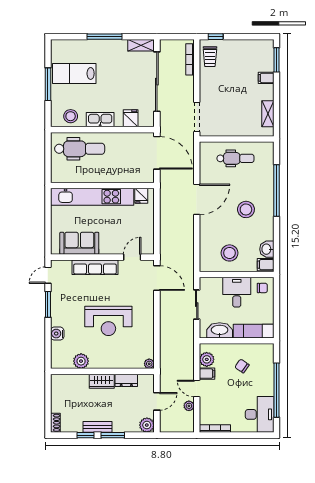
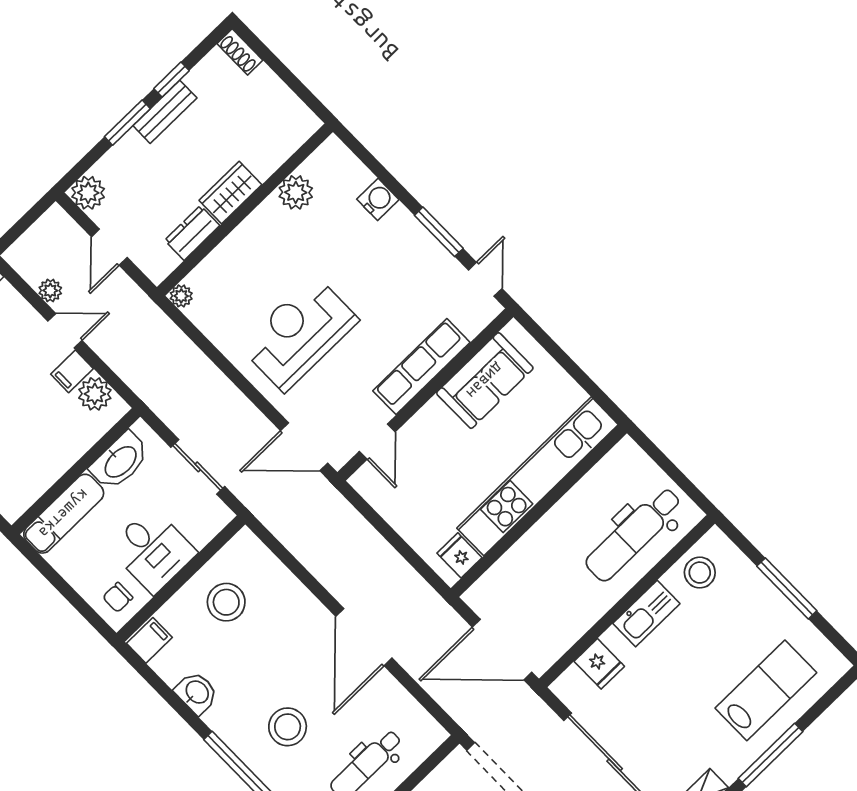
lab bench: (74, 73) -> (766, 690), moved
stool: (246, 209) -> (288, 727), moved
washbasin: (267, 249) -> (197, 693), moved
reception desk: (108, 321) -> (299, 333), moved
chair: (242, 366) -> (27, 439), removed

